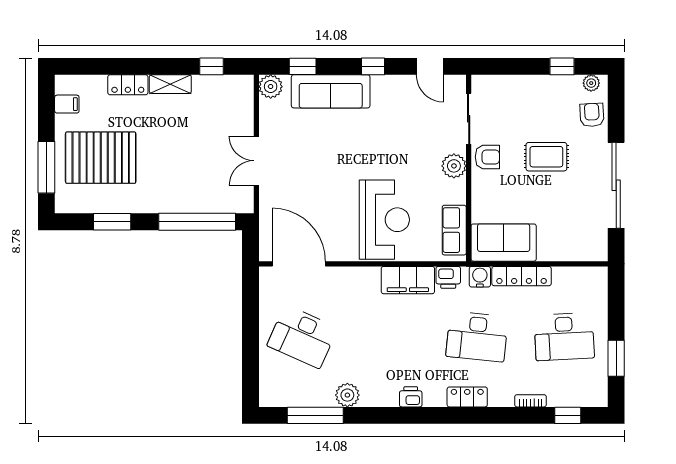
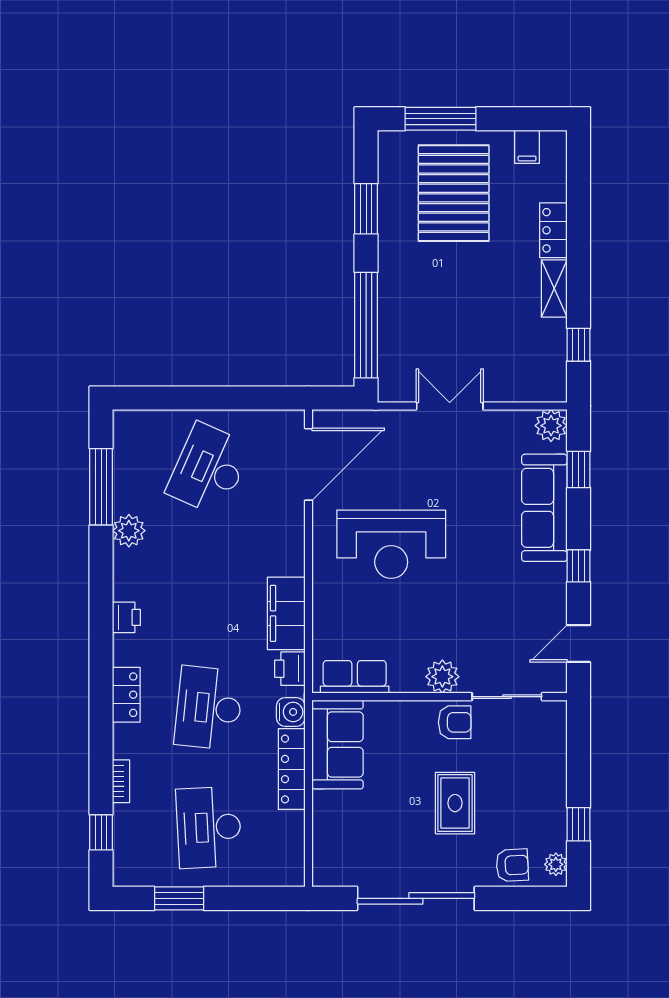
armchair: (487, 157) -> (455, 722), turned -90
reception desk: (384, 220) -> (391, 544), moved

